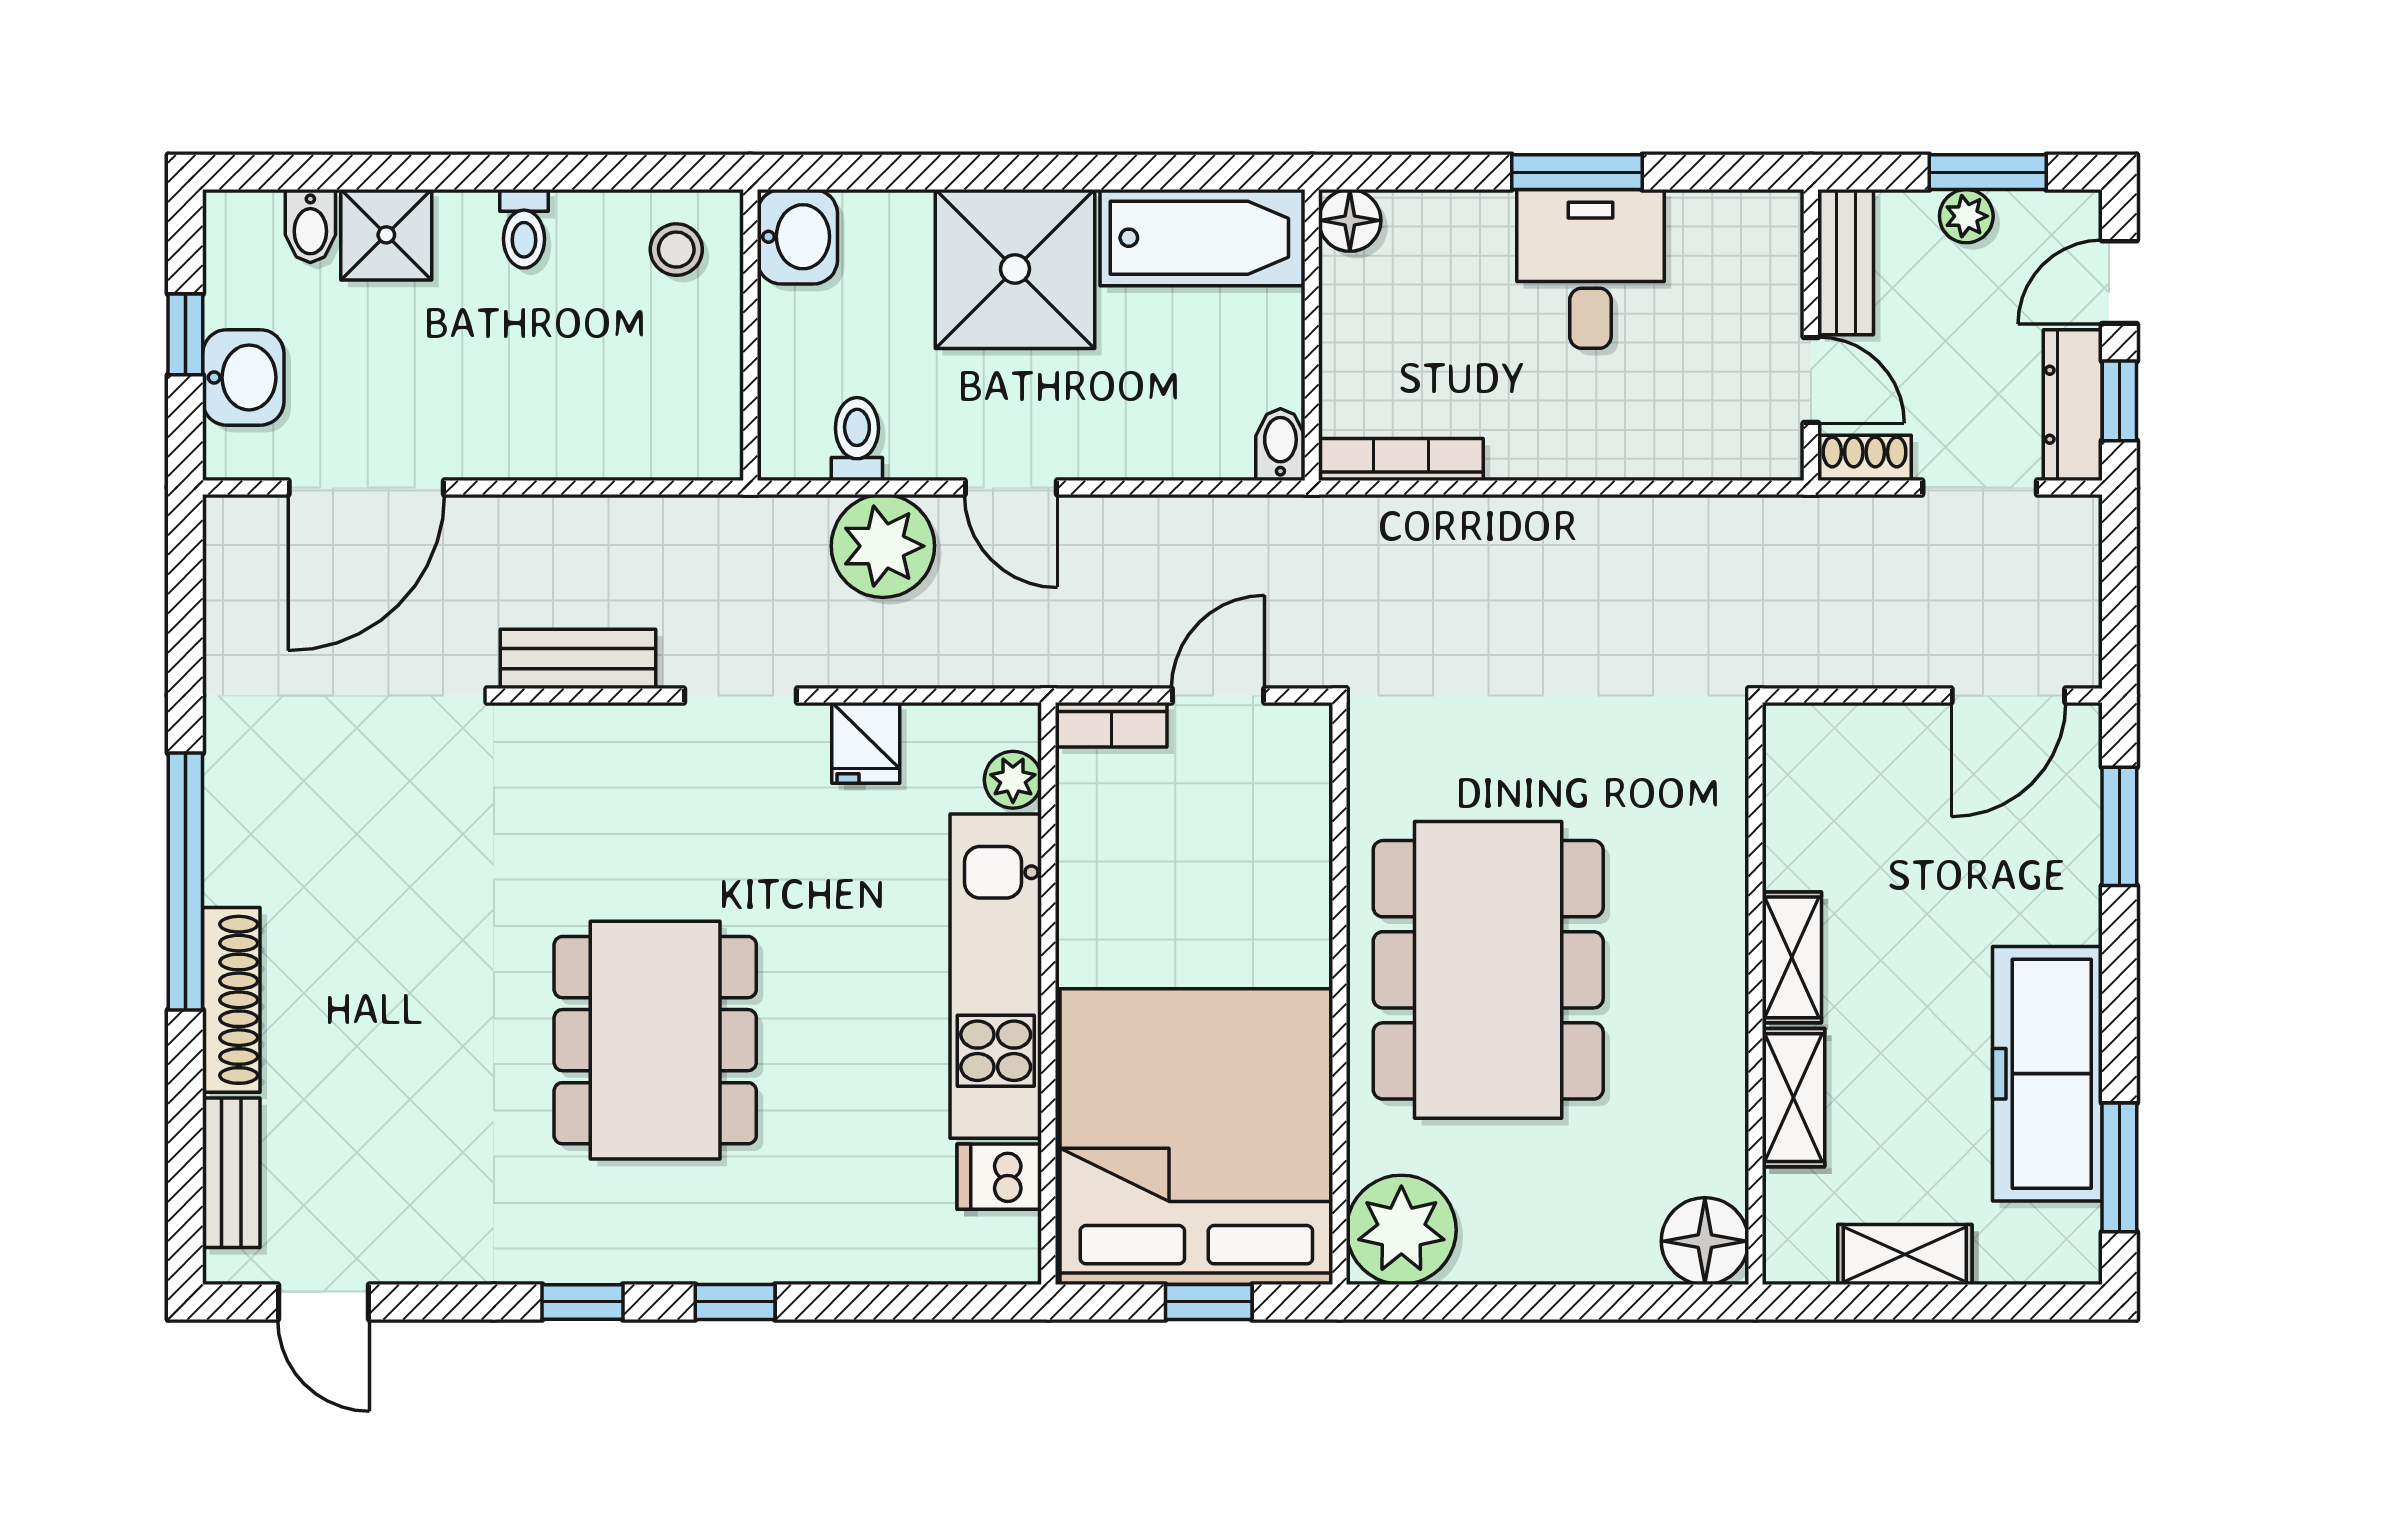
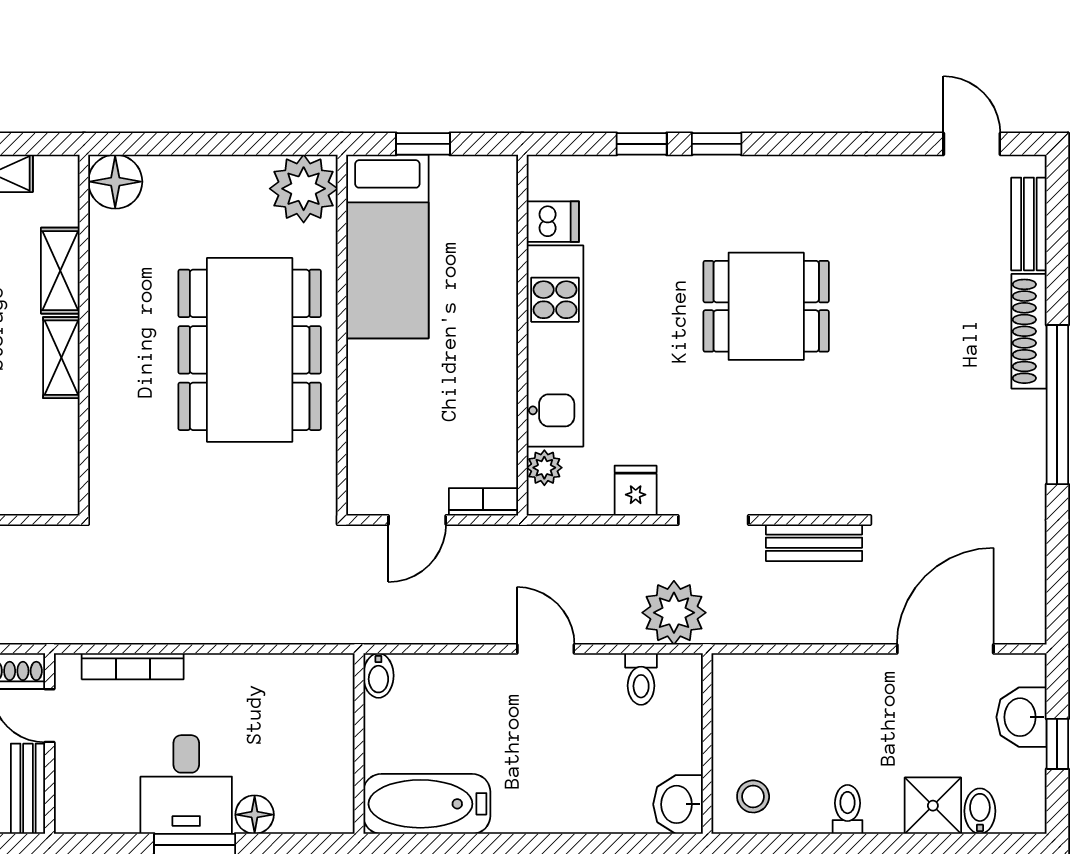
floor lamp: (1350, 220) -> (255, 815), moved
shower: (1015, 269) -> (543, 784), removed
bookcase: (1401, 460) -> (133, 666), moved
plant: (883, 546) -> (674, 613), moved
dining table: (655, 1040) -> (766, 306), width x0.73
bed: (1196, 1137) -> (387, 246), width x0.49
window: (582, 1302) -> (642, 144), moved

